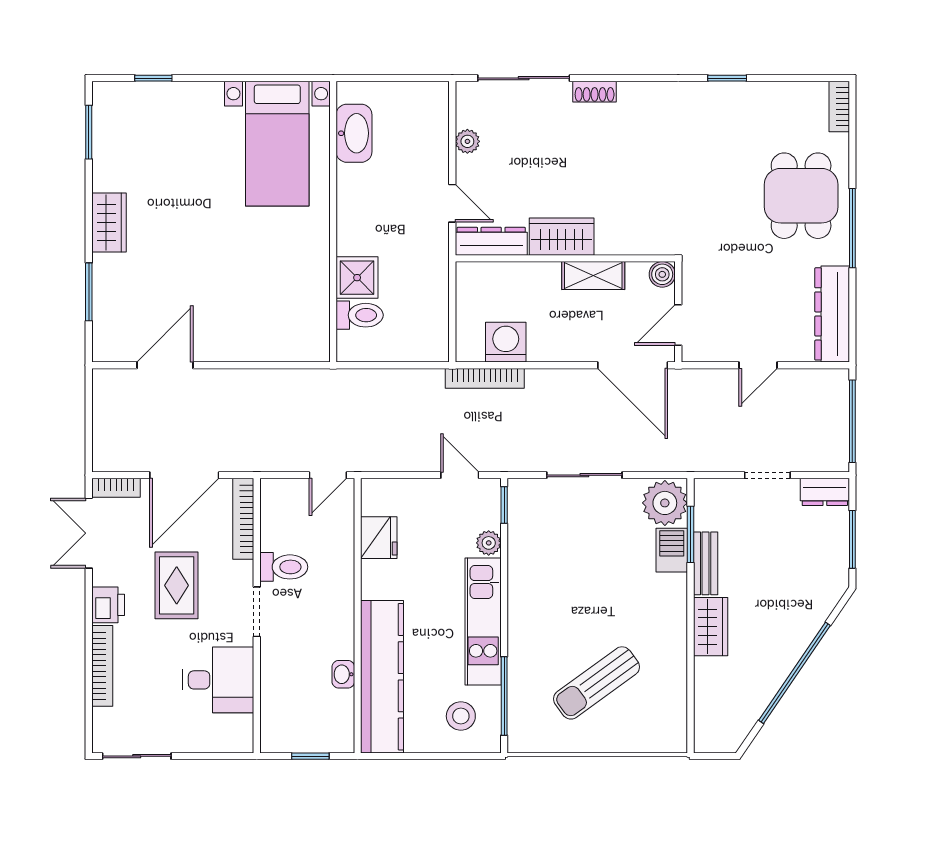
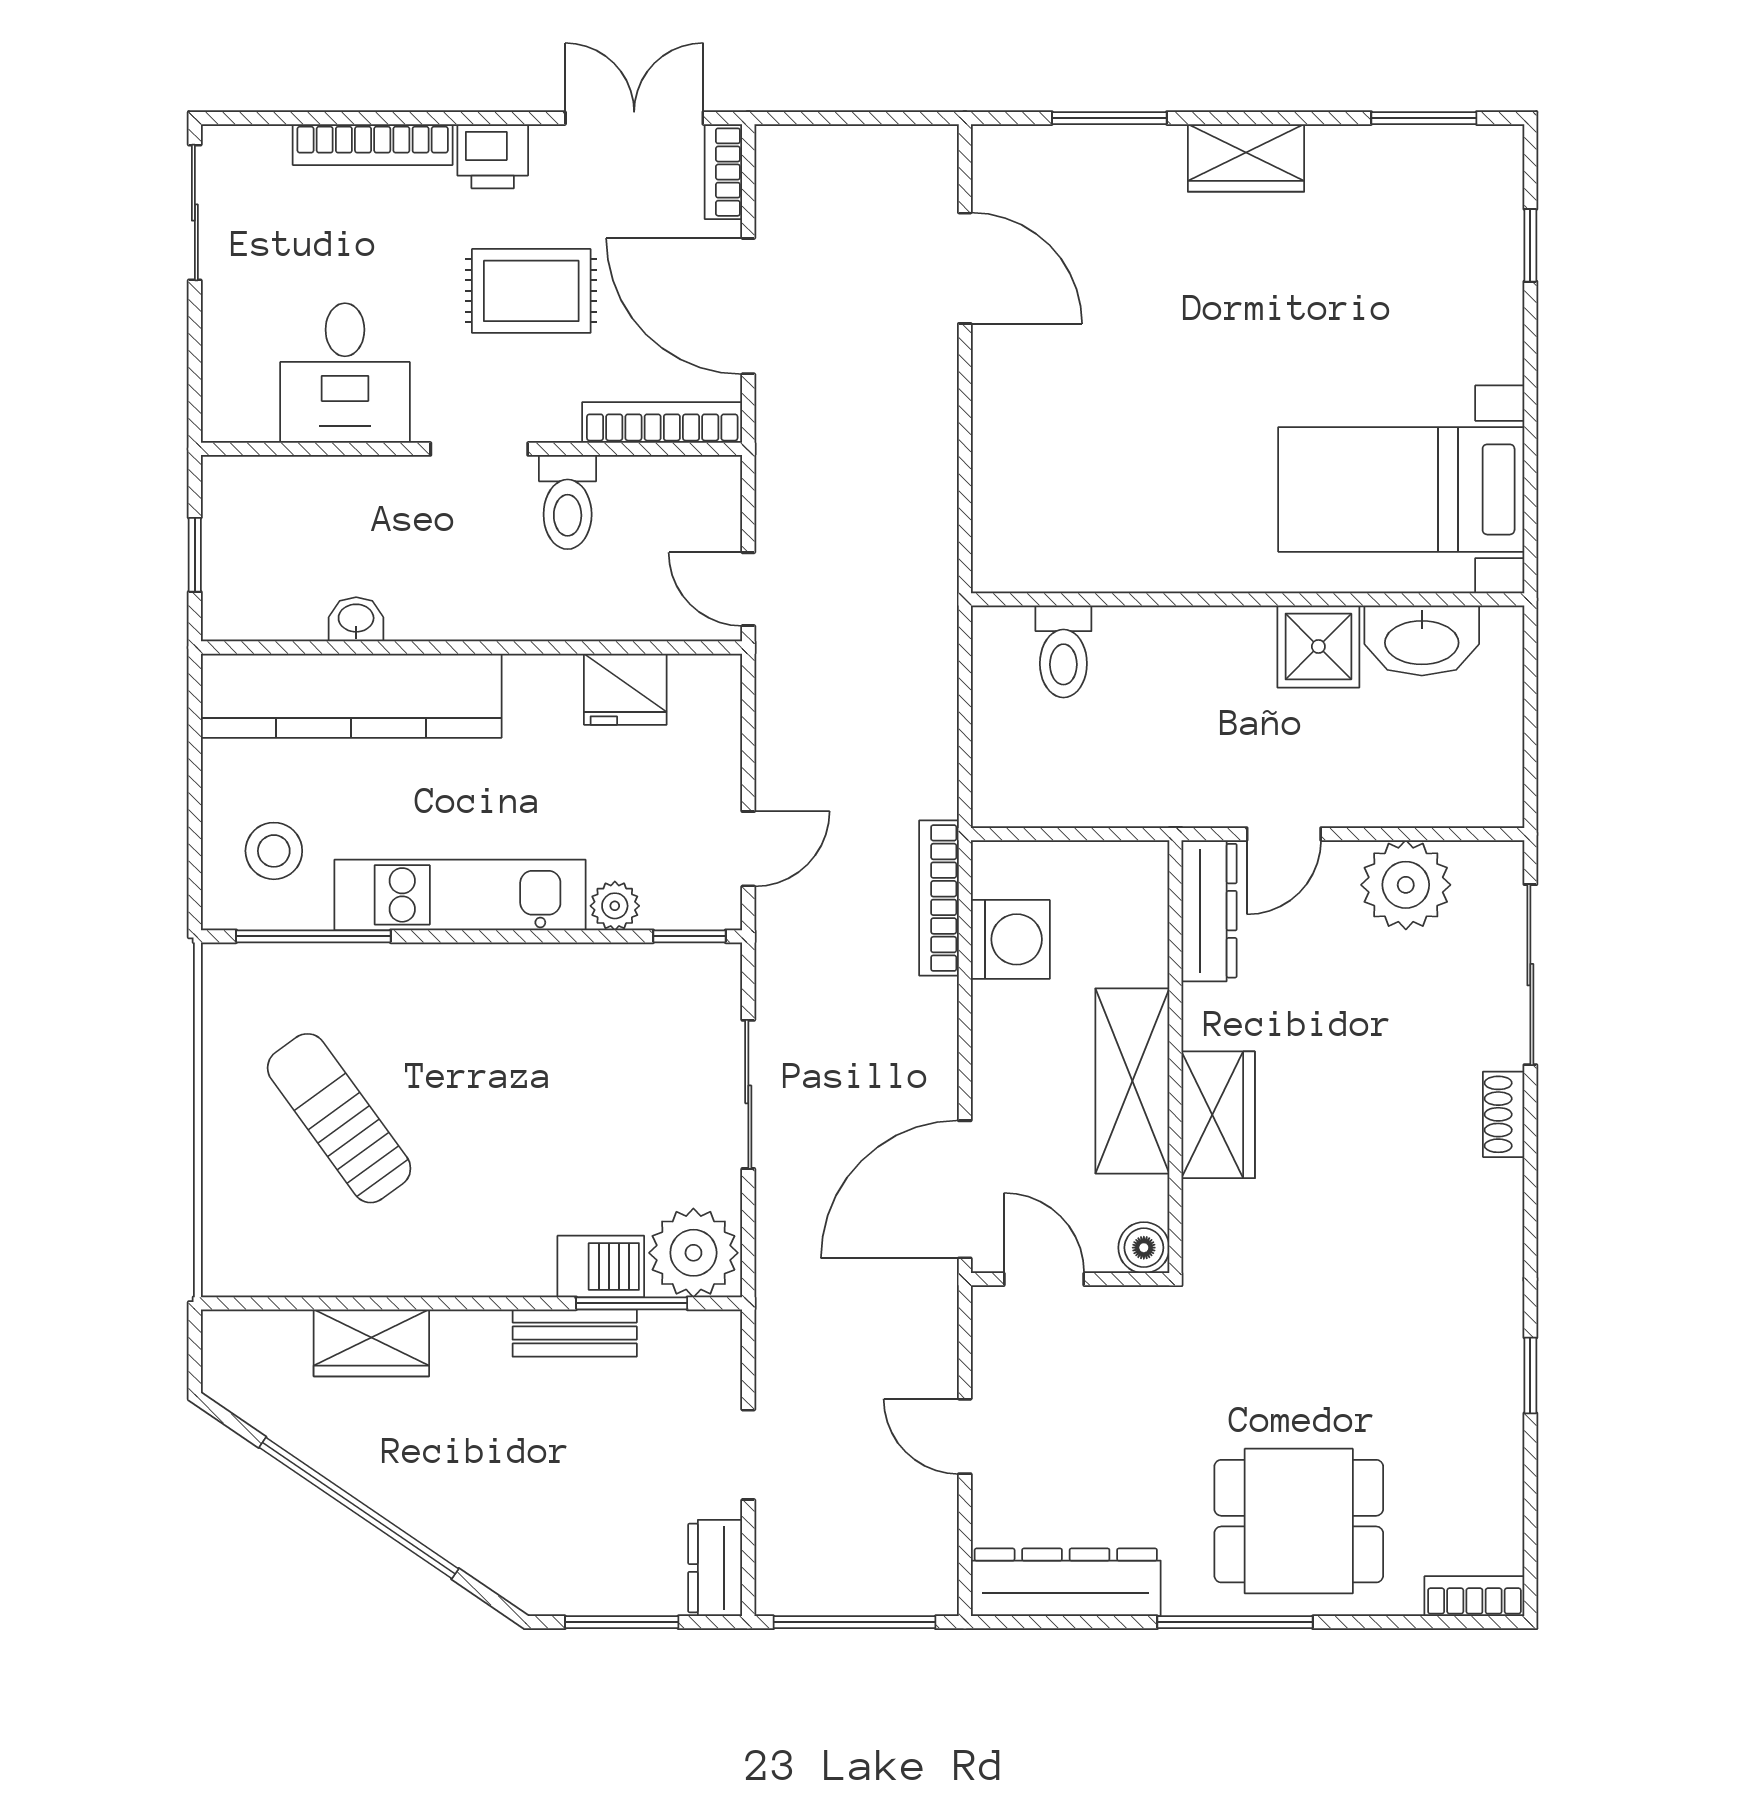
plant: (467, 141) -> (1406, 885), width x1.88, depth x1.88
wardrobe: (562, 237) -> (1218, 1115), moved
shelving: (593, 275) -> (1132, 1081), width x1.50, depth x1.33
shower: (357, 278) -> (1318, 647), moved
wardrobe: (711, 627) -> (371, 1343), moved

